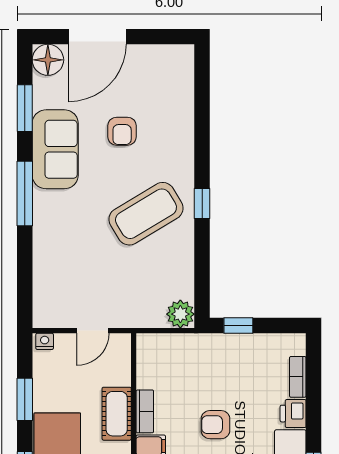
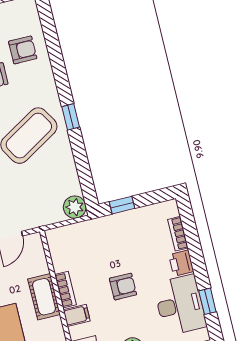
armchair: (164, 108) -> (23, 50), added
armchair: (215, 425) -> (123, 287), turned 180

